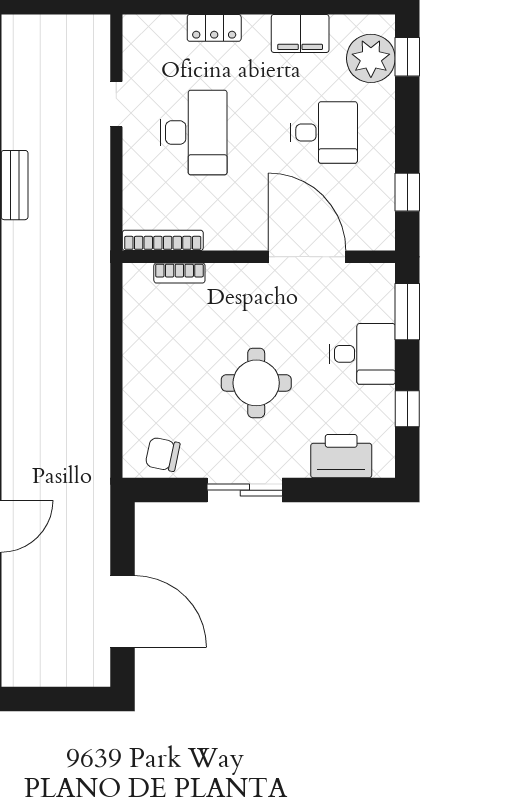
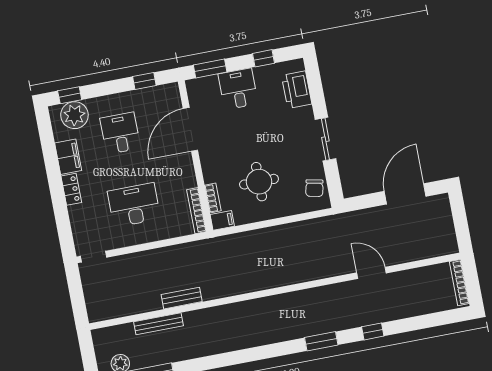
locker: (214, 28) -> (71, 189), moved
doorway: (116, 104) -> (94, 257), moved
filing cabinet: (137, 282) -> (222, 220), added
round table: (256, 383) -> (259, 182), moved

